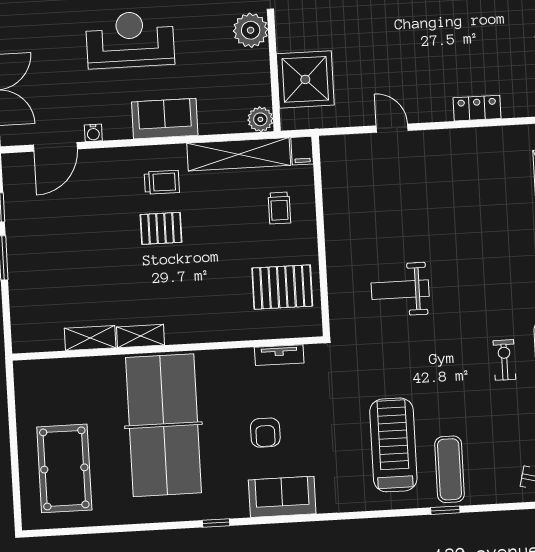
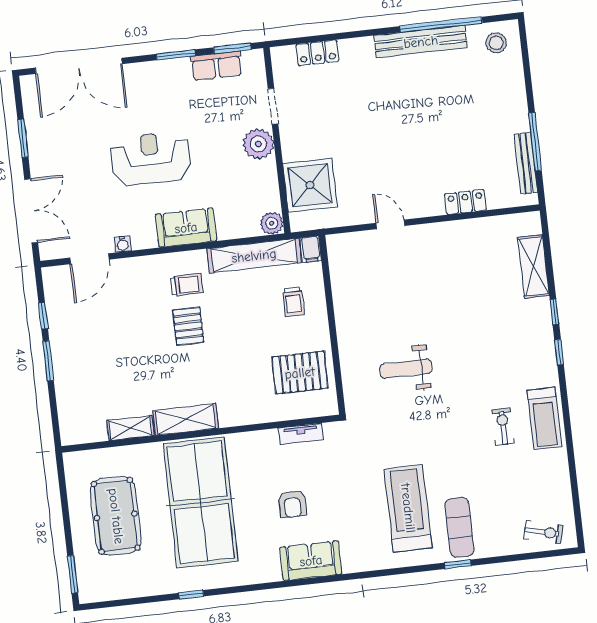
pallet: (161, 228) -> (188, 326), turned 90
shelving: (141, 336) -> (186, 419), width x1.50, depth x1.33
pool table: (64, 468) -> (116, 516), moved
window: (17, 497) -> (73, 574), added
window: (216, 523) -> (191, 595), moved

